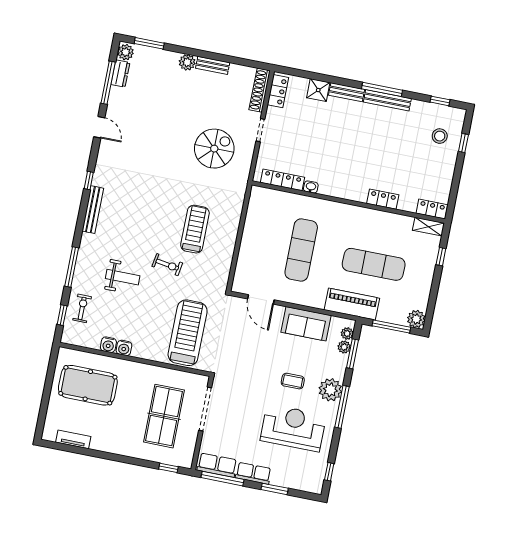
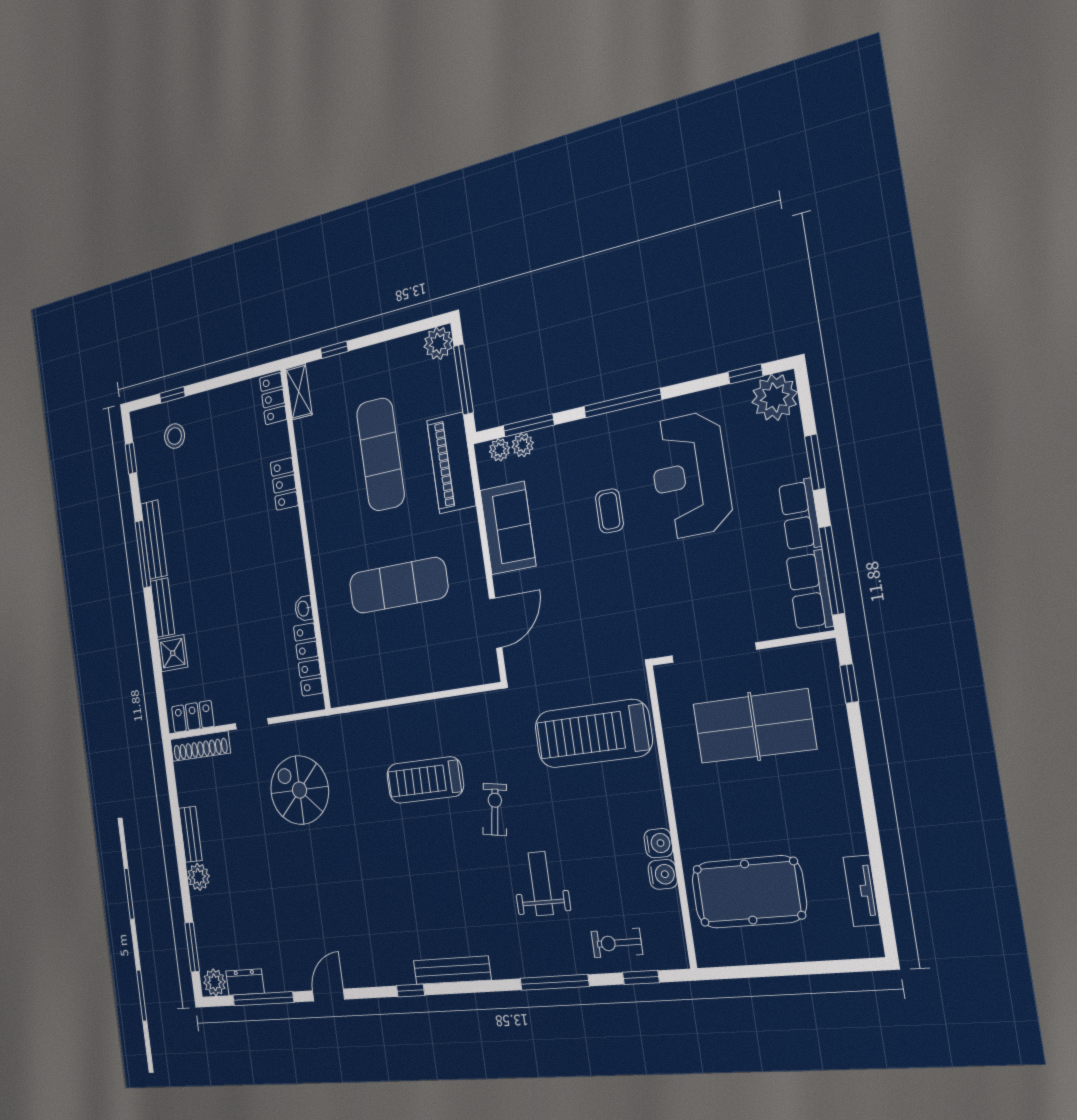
pool table: (88, 385) -> (749, 892), turned 90
plant: (330, 390) -> (775, 397), moved

